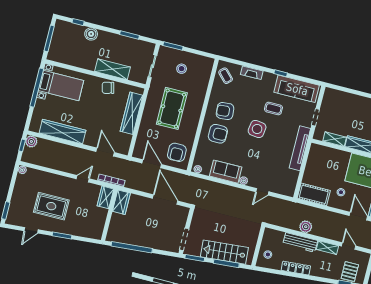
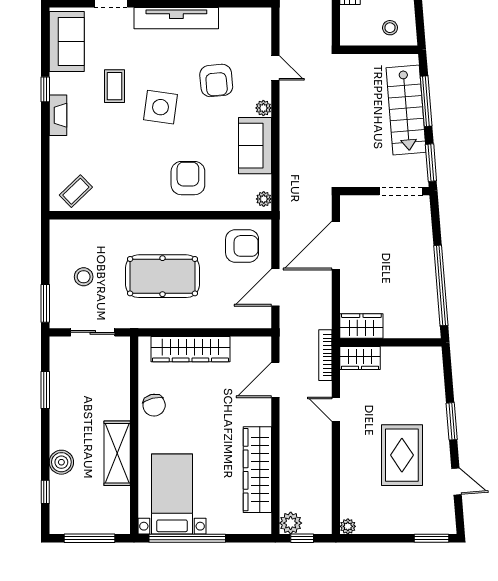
shelving: (113, 69) -> (117, 453), moved
fireplace: (252, 73) -> (58, 115), moved
sofa: (297, 89) -> (67, 42), width x0.73
armchair: (225, 111) -> (216, 80), moved

